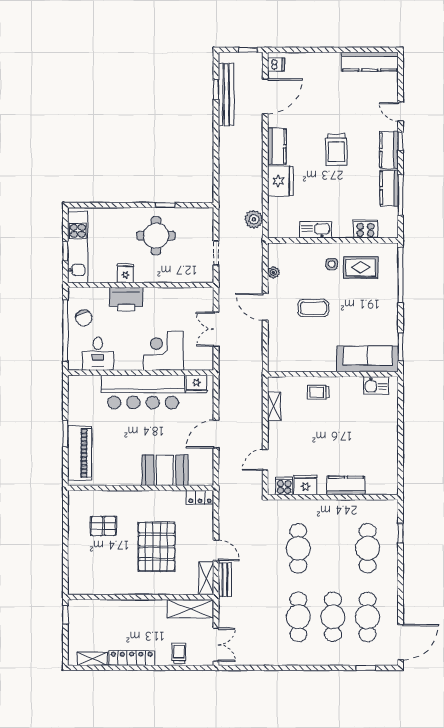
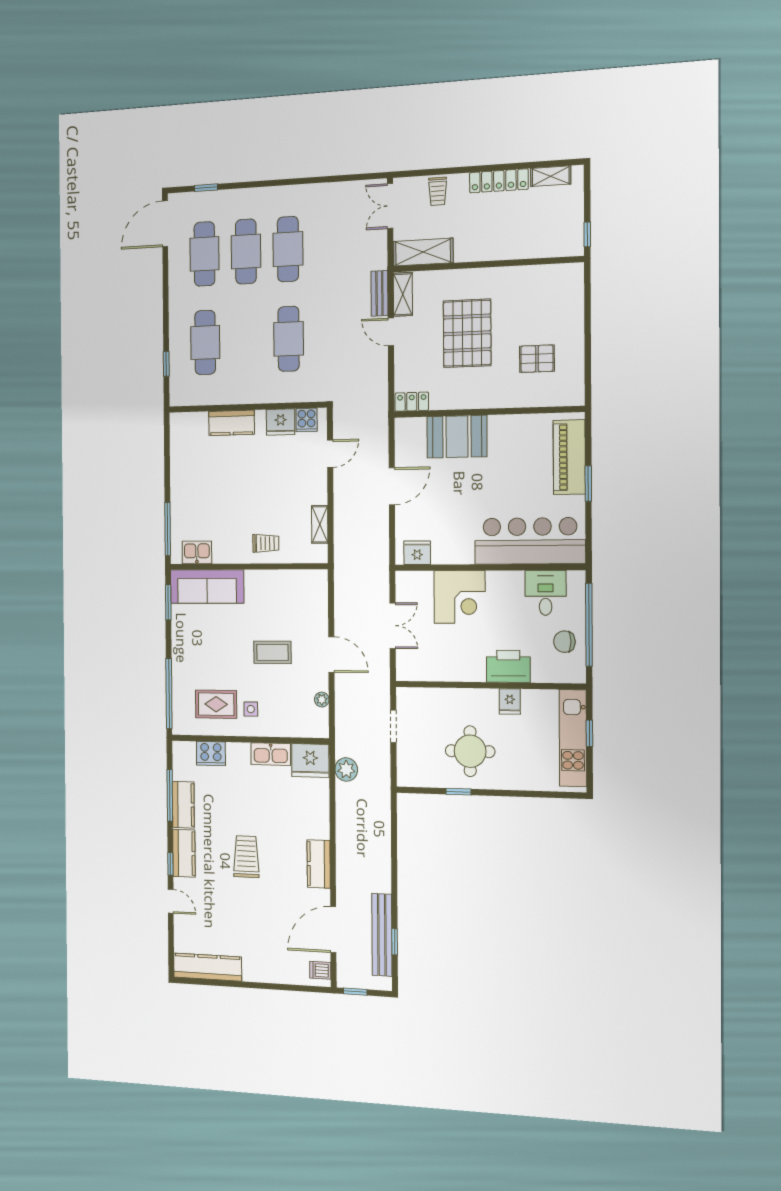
fridge: (280, 181) -> (310, 761), moved, turned -90
chair: (84, 318) -> (564, 642), turned -71
bar counter: (143, 392) -> (530, 541), moved
window: (401, 404) -> (168, 529), added

